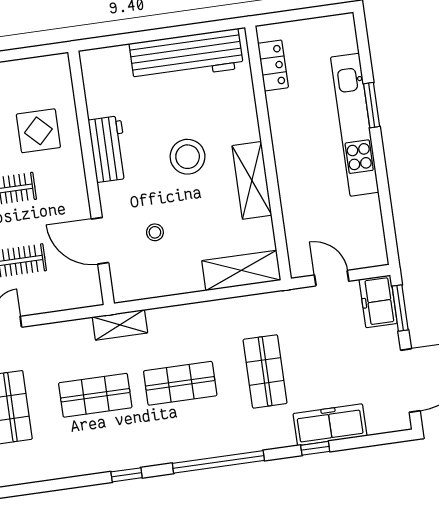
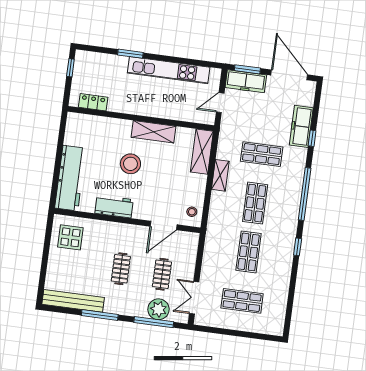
window: (320, 12) -> (70, 68), added
workbench: (186, 56) -> (70, 178), moved
kitchen unit: (355, 125) -> (169, 70), moved
display table: (38, 131) -> (70, 237), moved
stool: (155, 232) -> (192, 212), moved
freezer: (378, 301) -> (246, 81), width x1.40
shelving: (120, 325) -> (220, 175), moved

